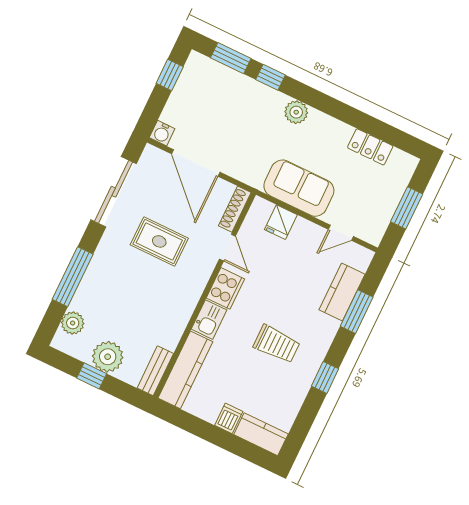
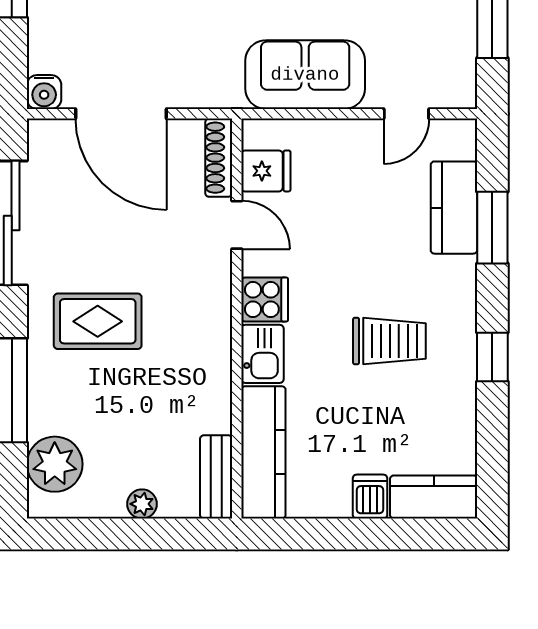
fridge: (281, 222) -> (266, 171), moved, turned -90
rug: (159, 241) -> (98, 321), moved
cooker: (225, 288) -> (265, 300), width x0.73
plant: (73, 323) -> (55, 464), width x1.36, depth x1.36
plant: (108, 357) -> (142, 504), width x0.53, depth x0.53
window: (92, 376) -> (118, 534), removed

